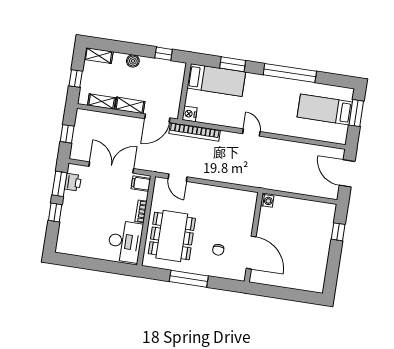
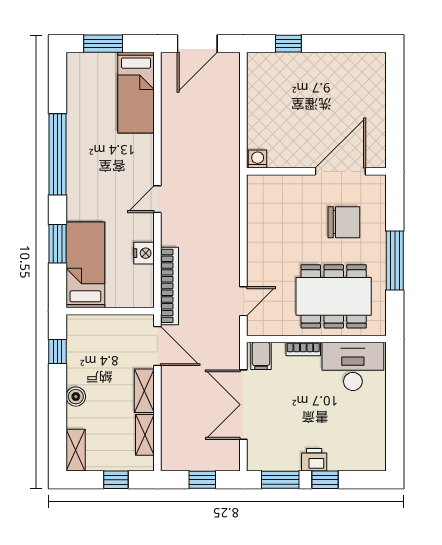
bed: (325, 109) -> (136, 93), moved
nightstand: (190, 114) -> (144, 253), moved, turned -90
printer: (73, 182) -> (314, 460), moved
chair: (218, 250) -> (344, 222), width x1.87, depth x1.87

